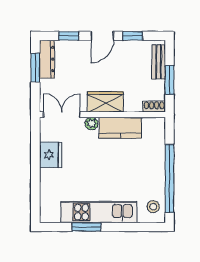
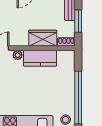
wardrobe: (105, 102) -> (43, 38), moved

